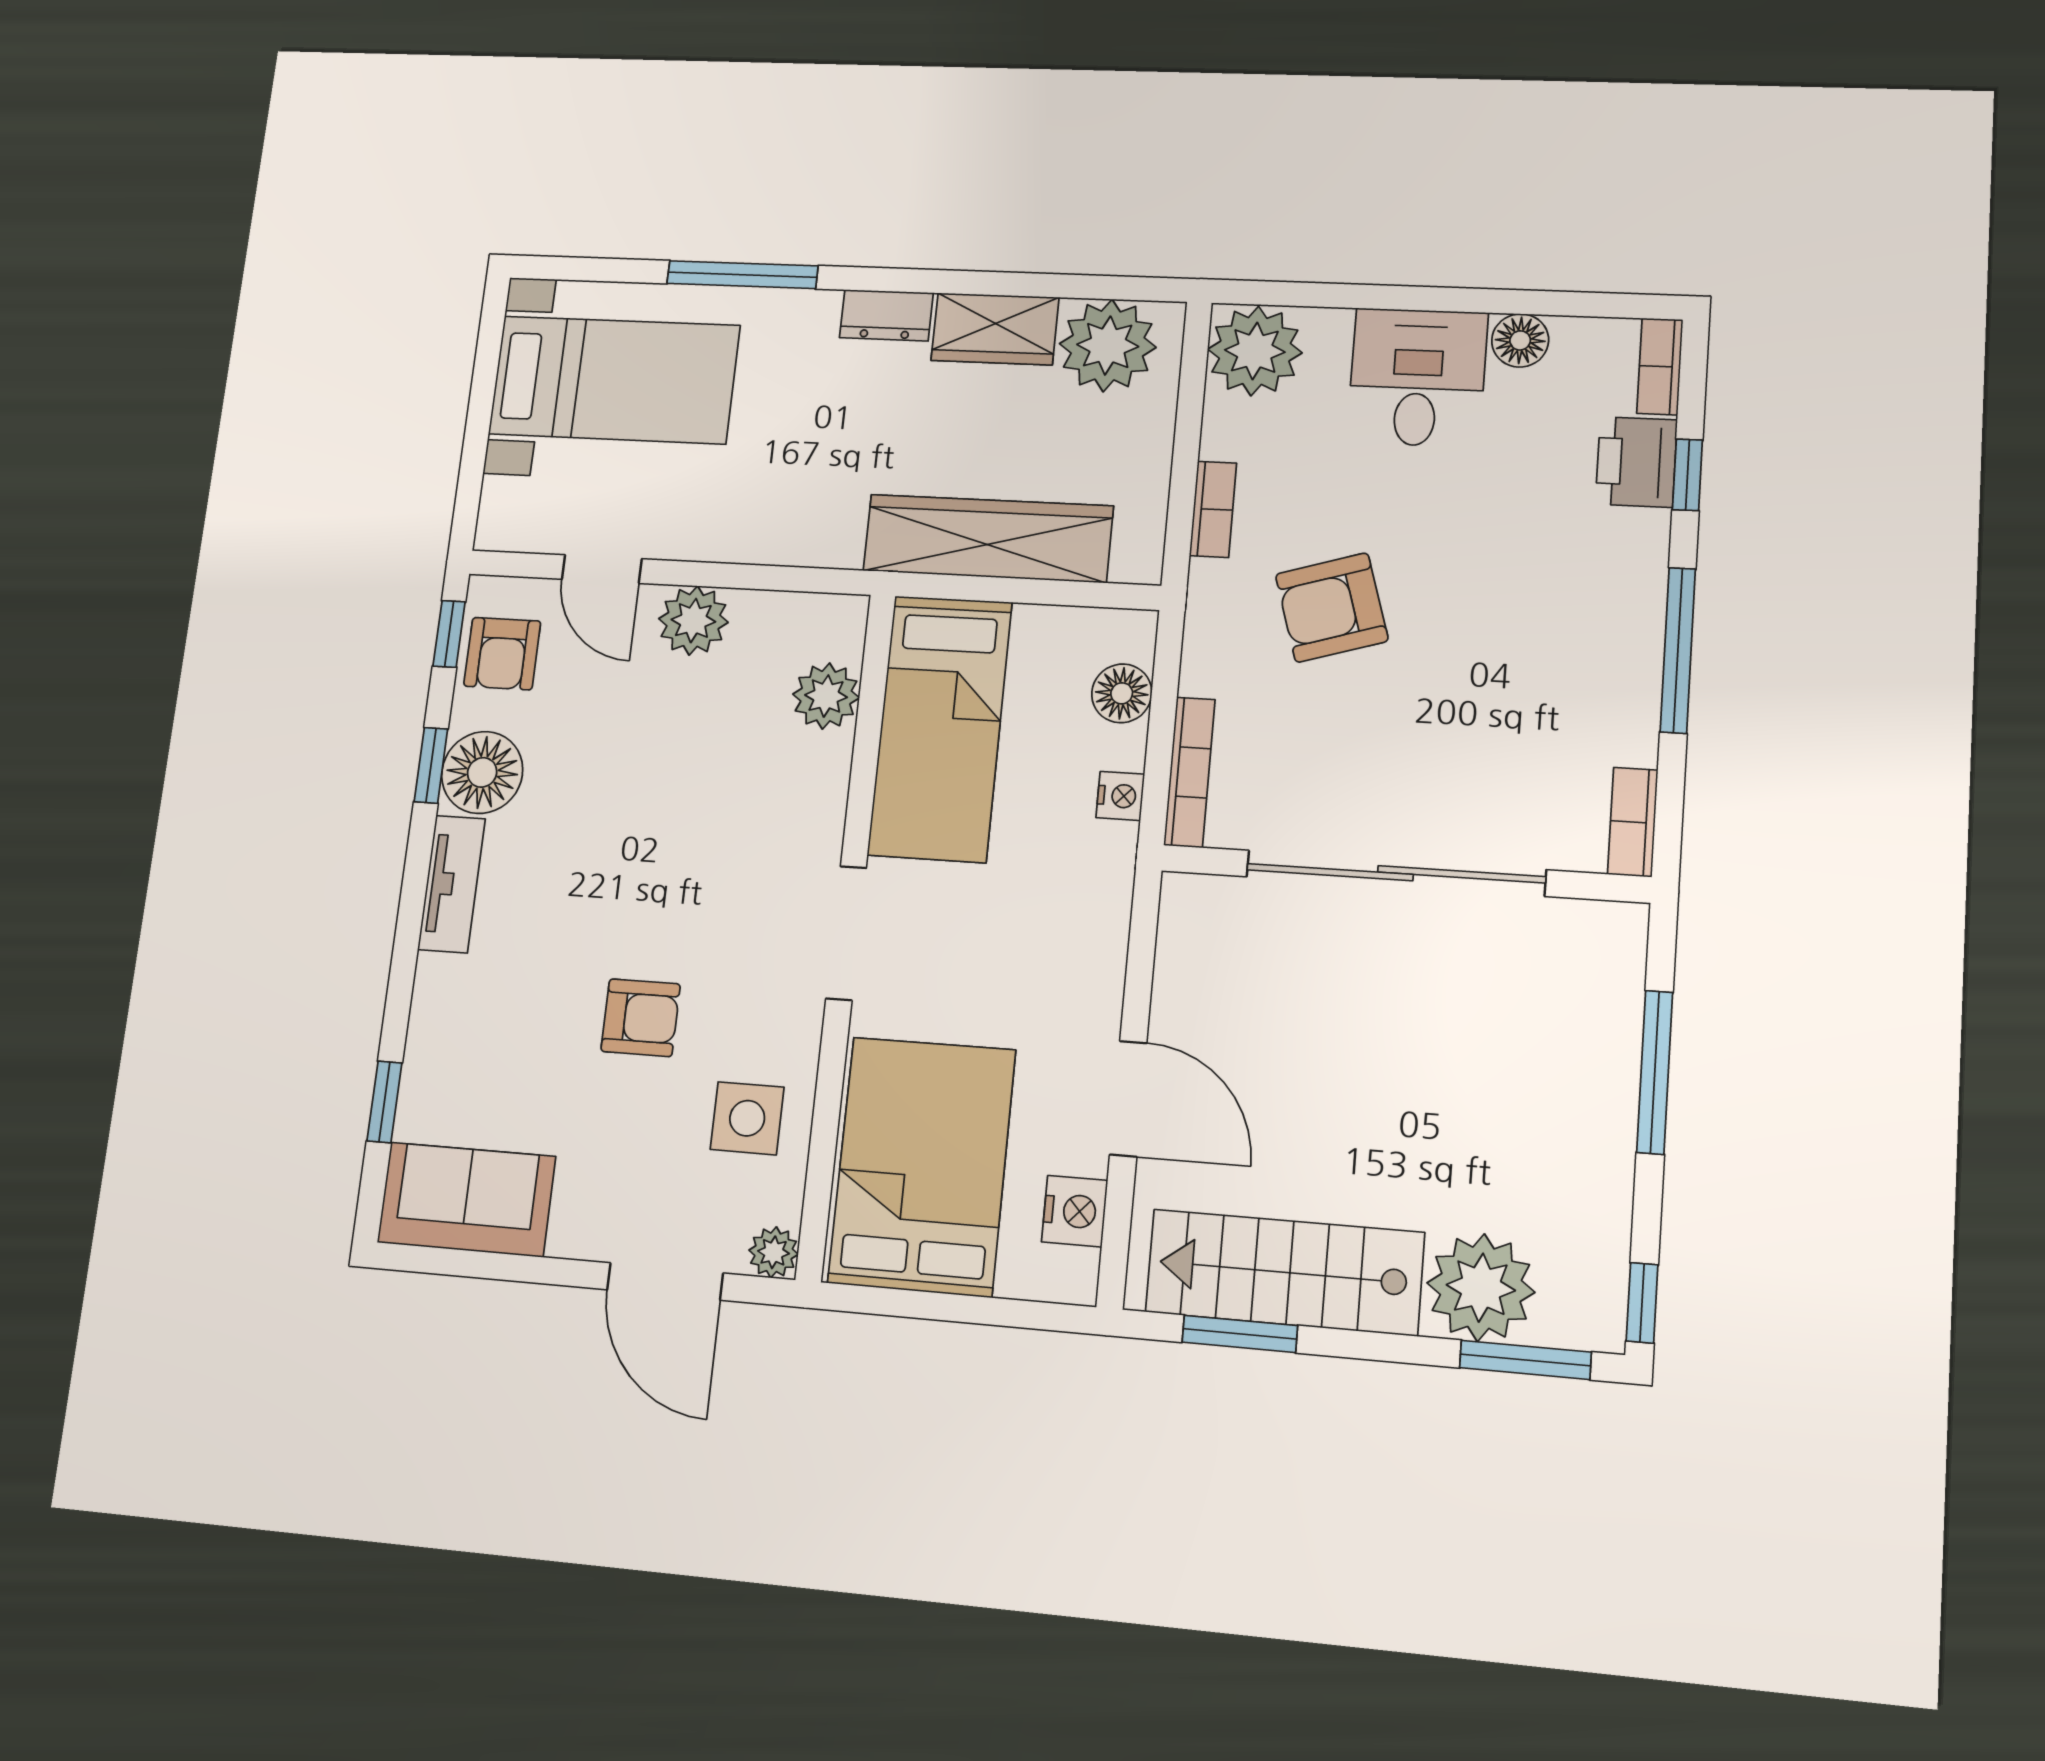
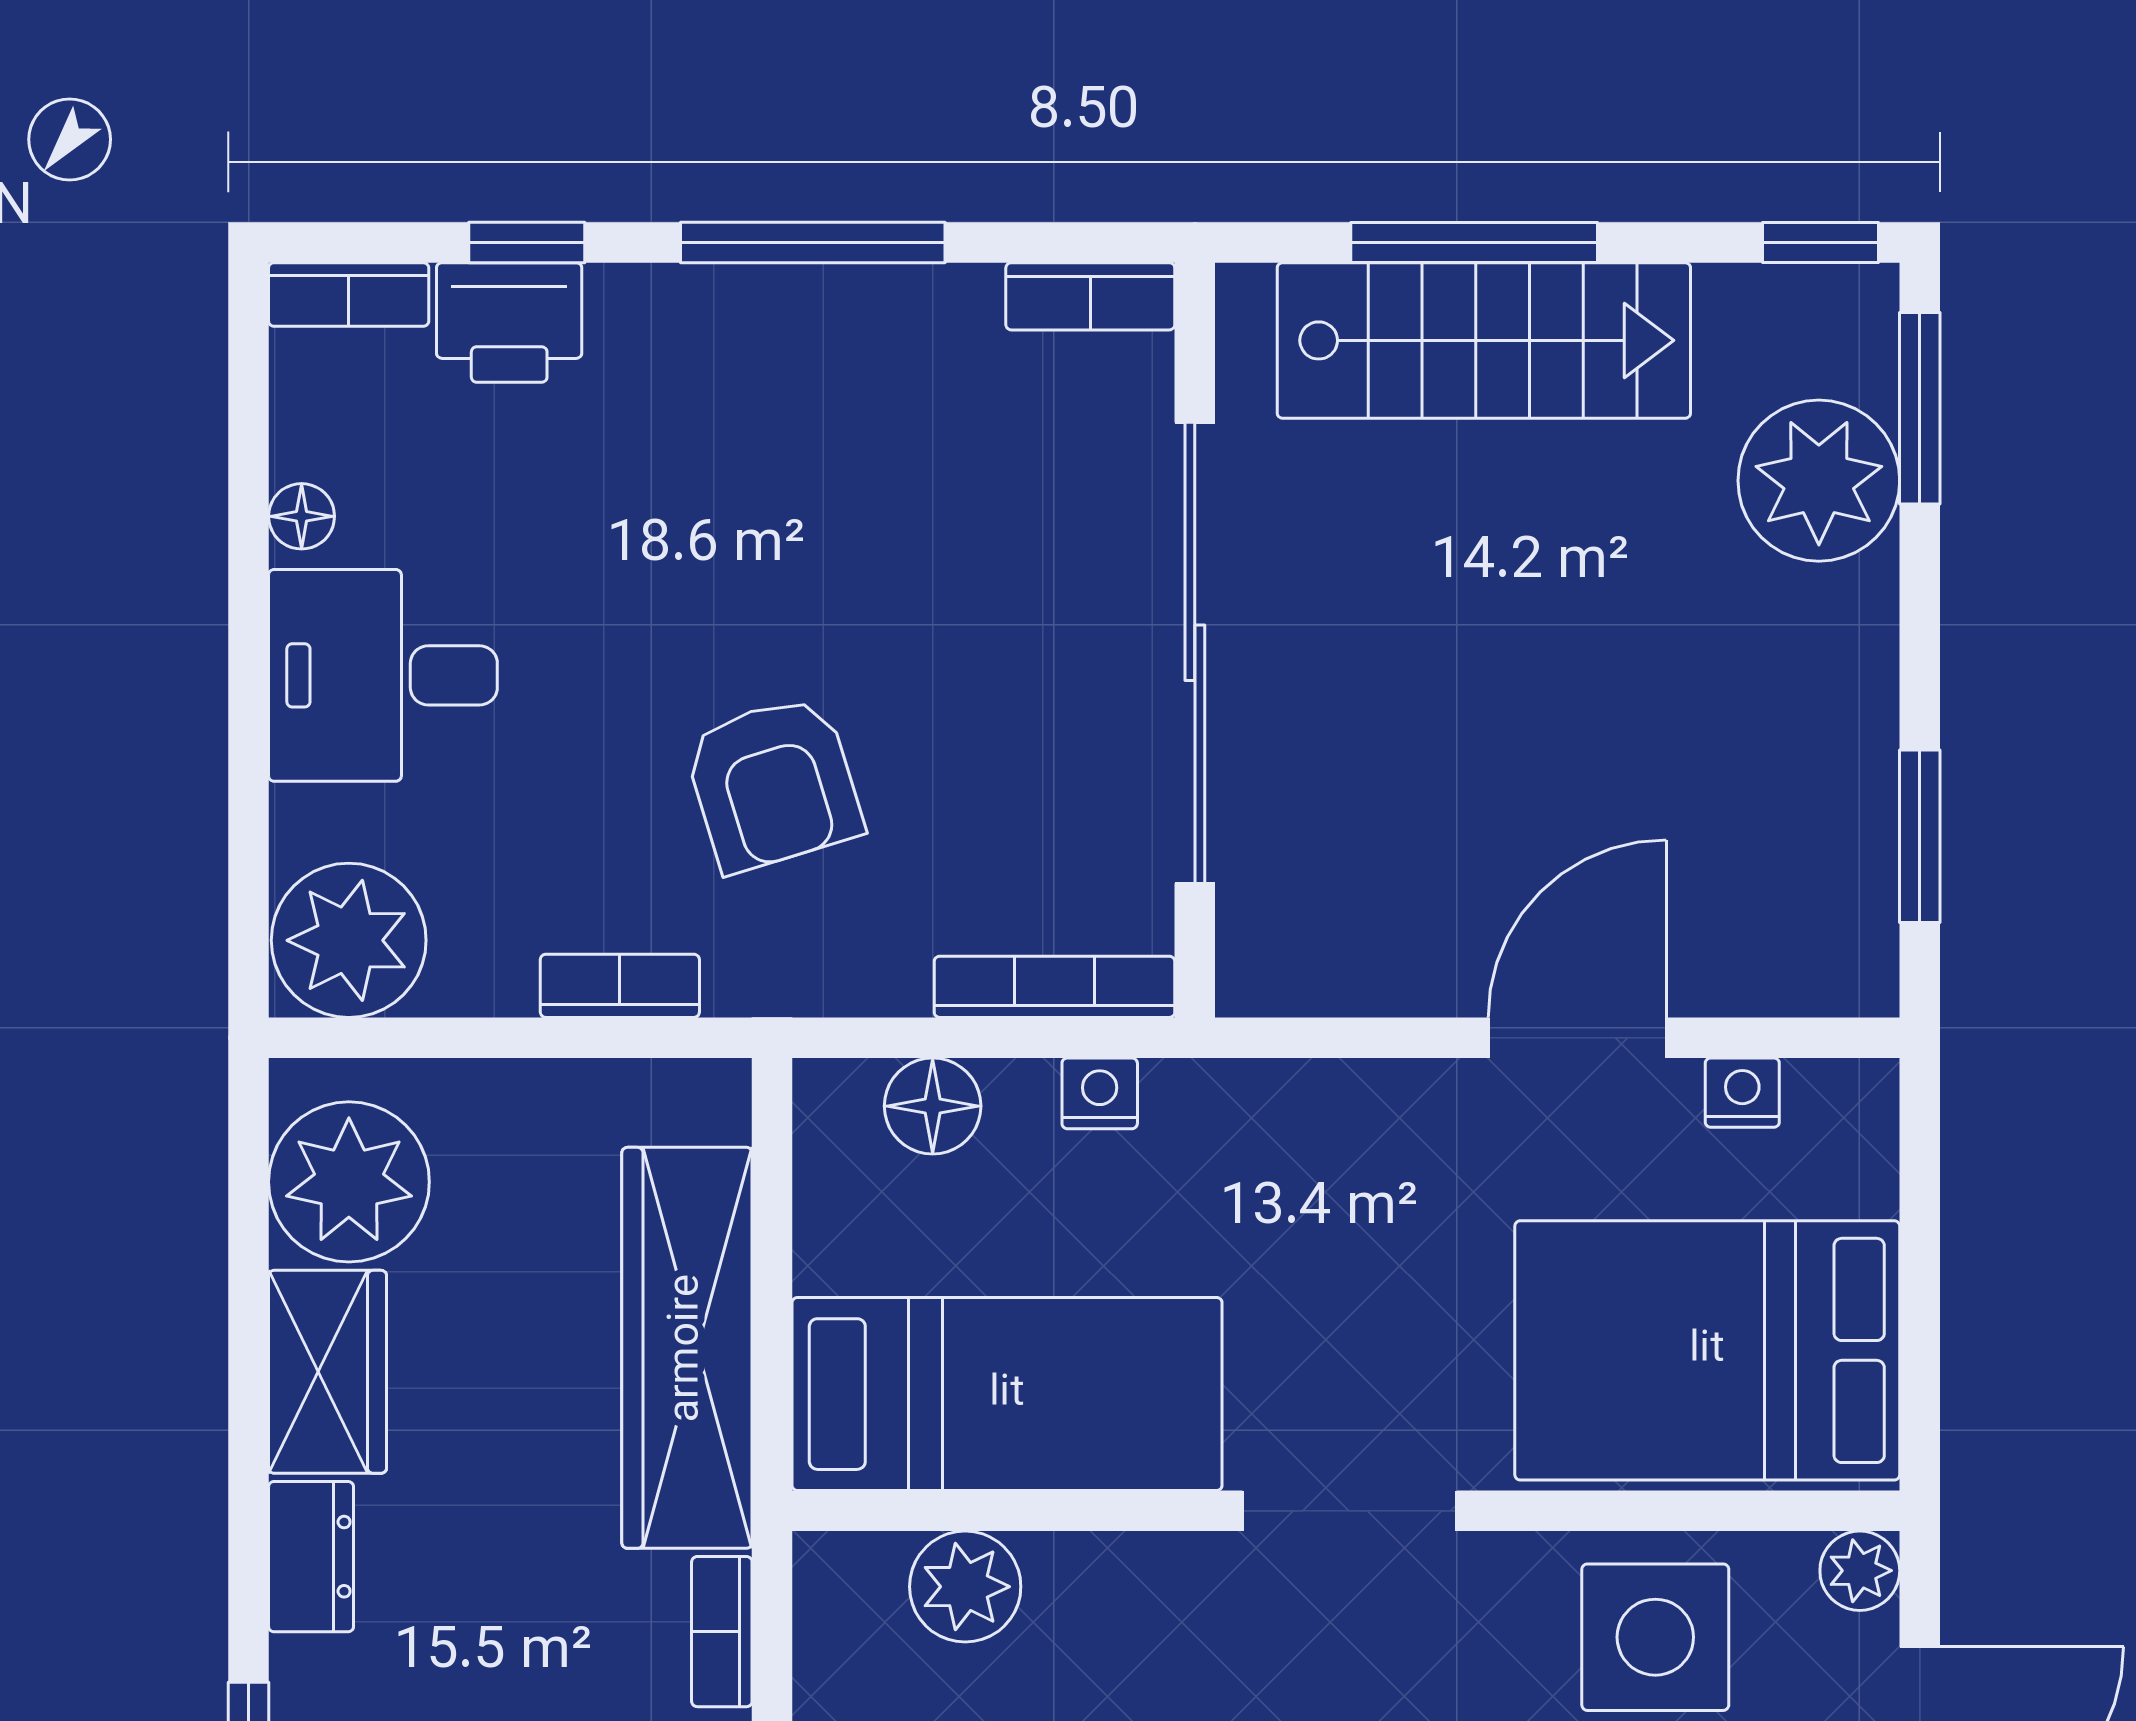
floor lamp: (1520, 340) -> (302, 516), width x0.73, depth x0.73
bookcase: (815, 550) -> (722, 1632), added
side table: (747, 1118) -> (1655, 1637), width x1.37, depth x1.37
nightstand: (1075, 1211) -> (1742, 1093), width x0.72, depth x0.74
stairs: (1285, 1272) -> (1484, 340), moved, turned -90

